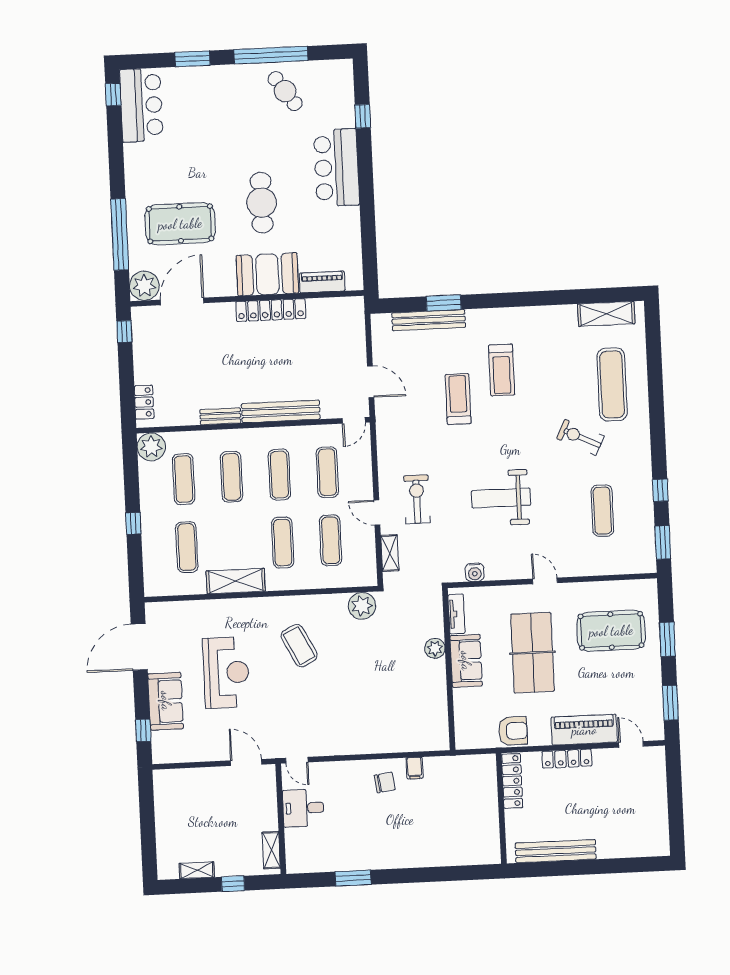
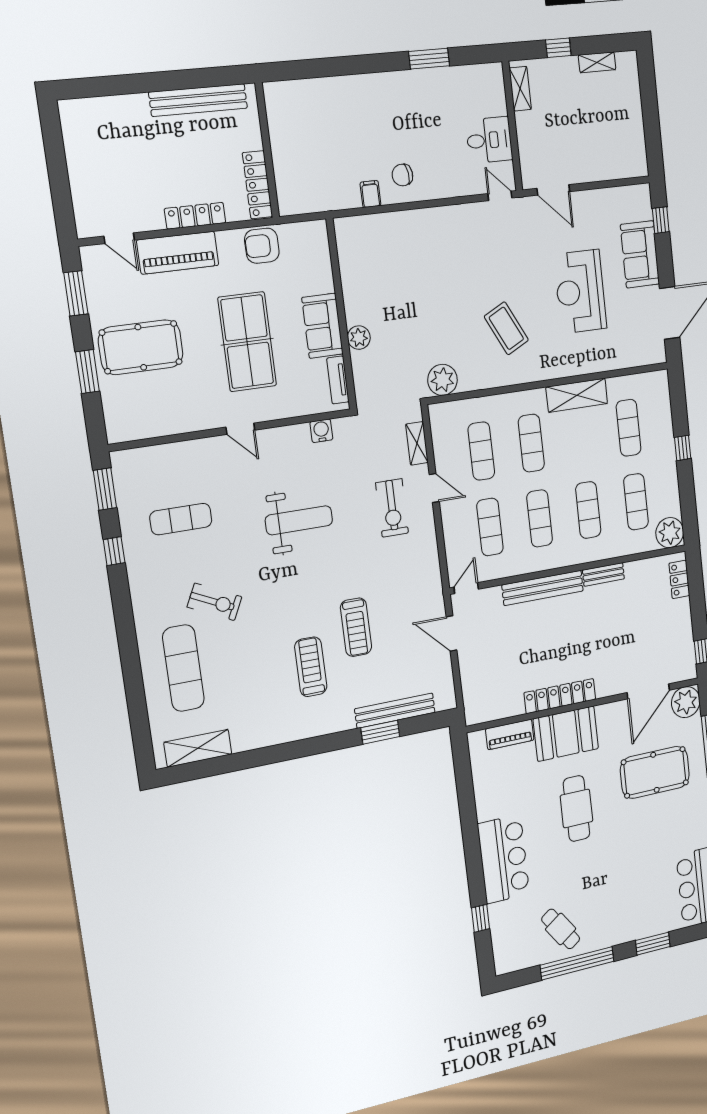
exercise mat: (602, 511) -> (181, 519), turned 90
pool table: (611, 631) -> (141, 347), moved

